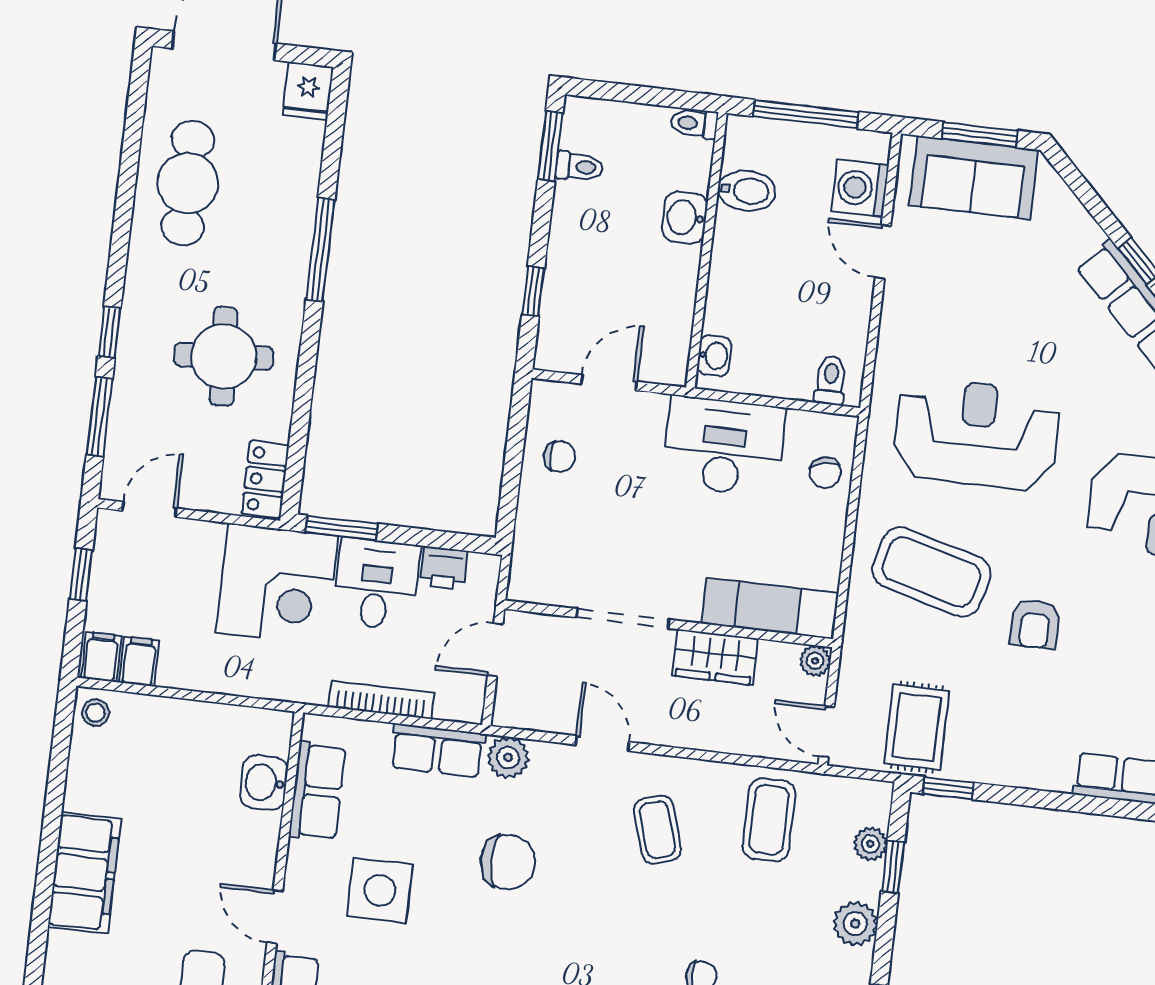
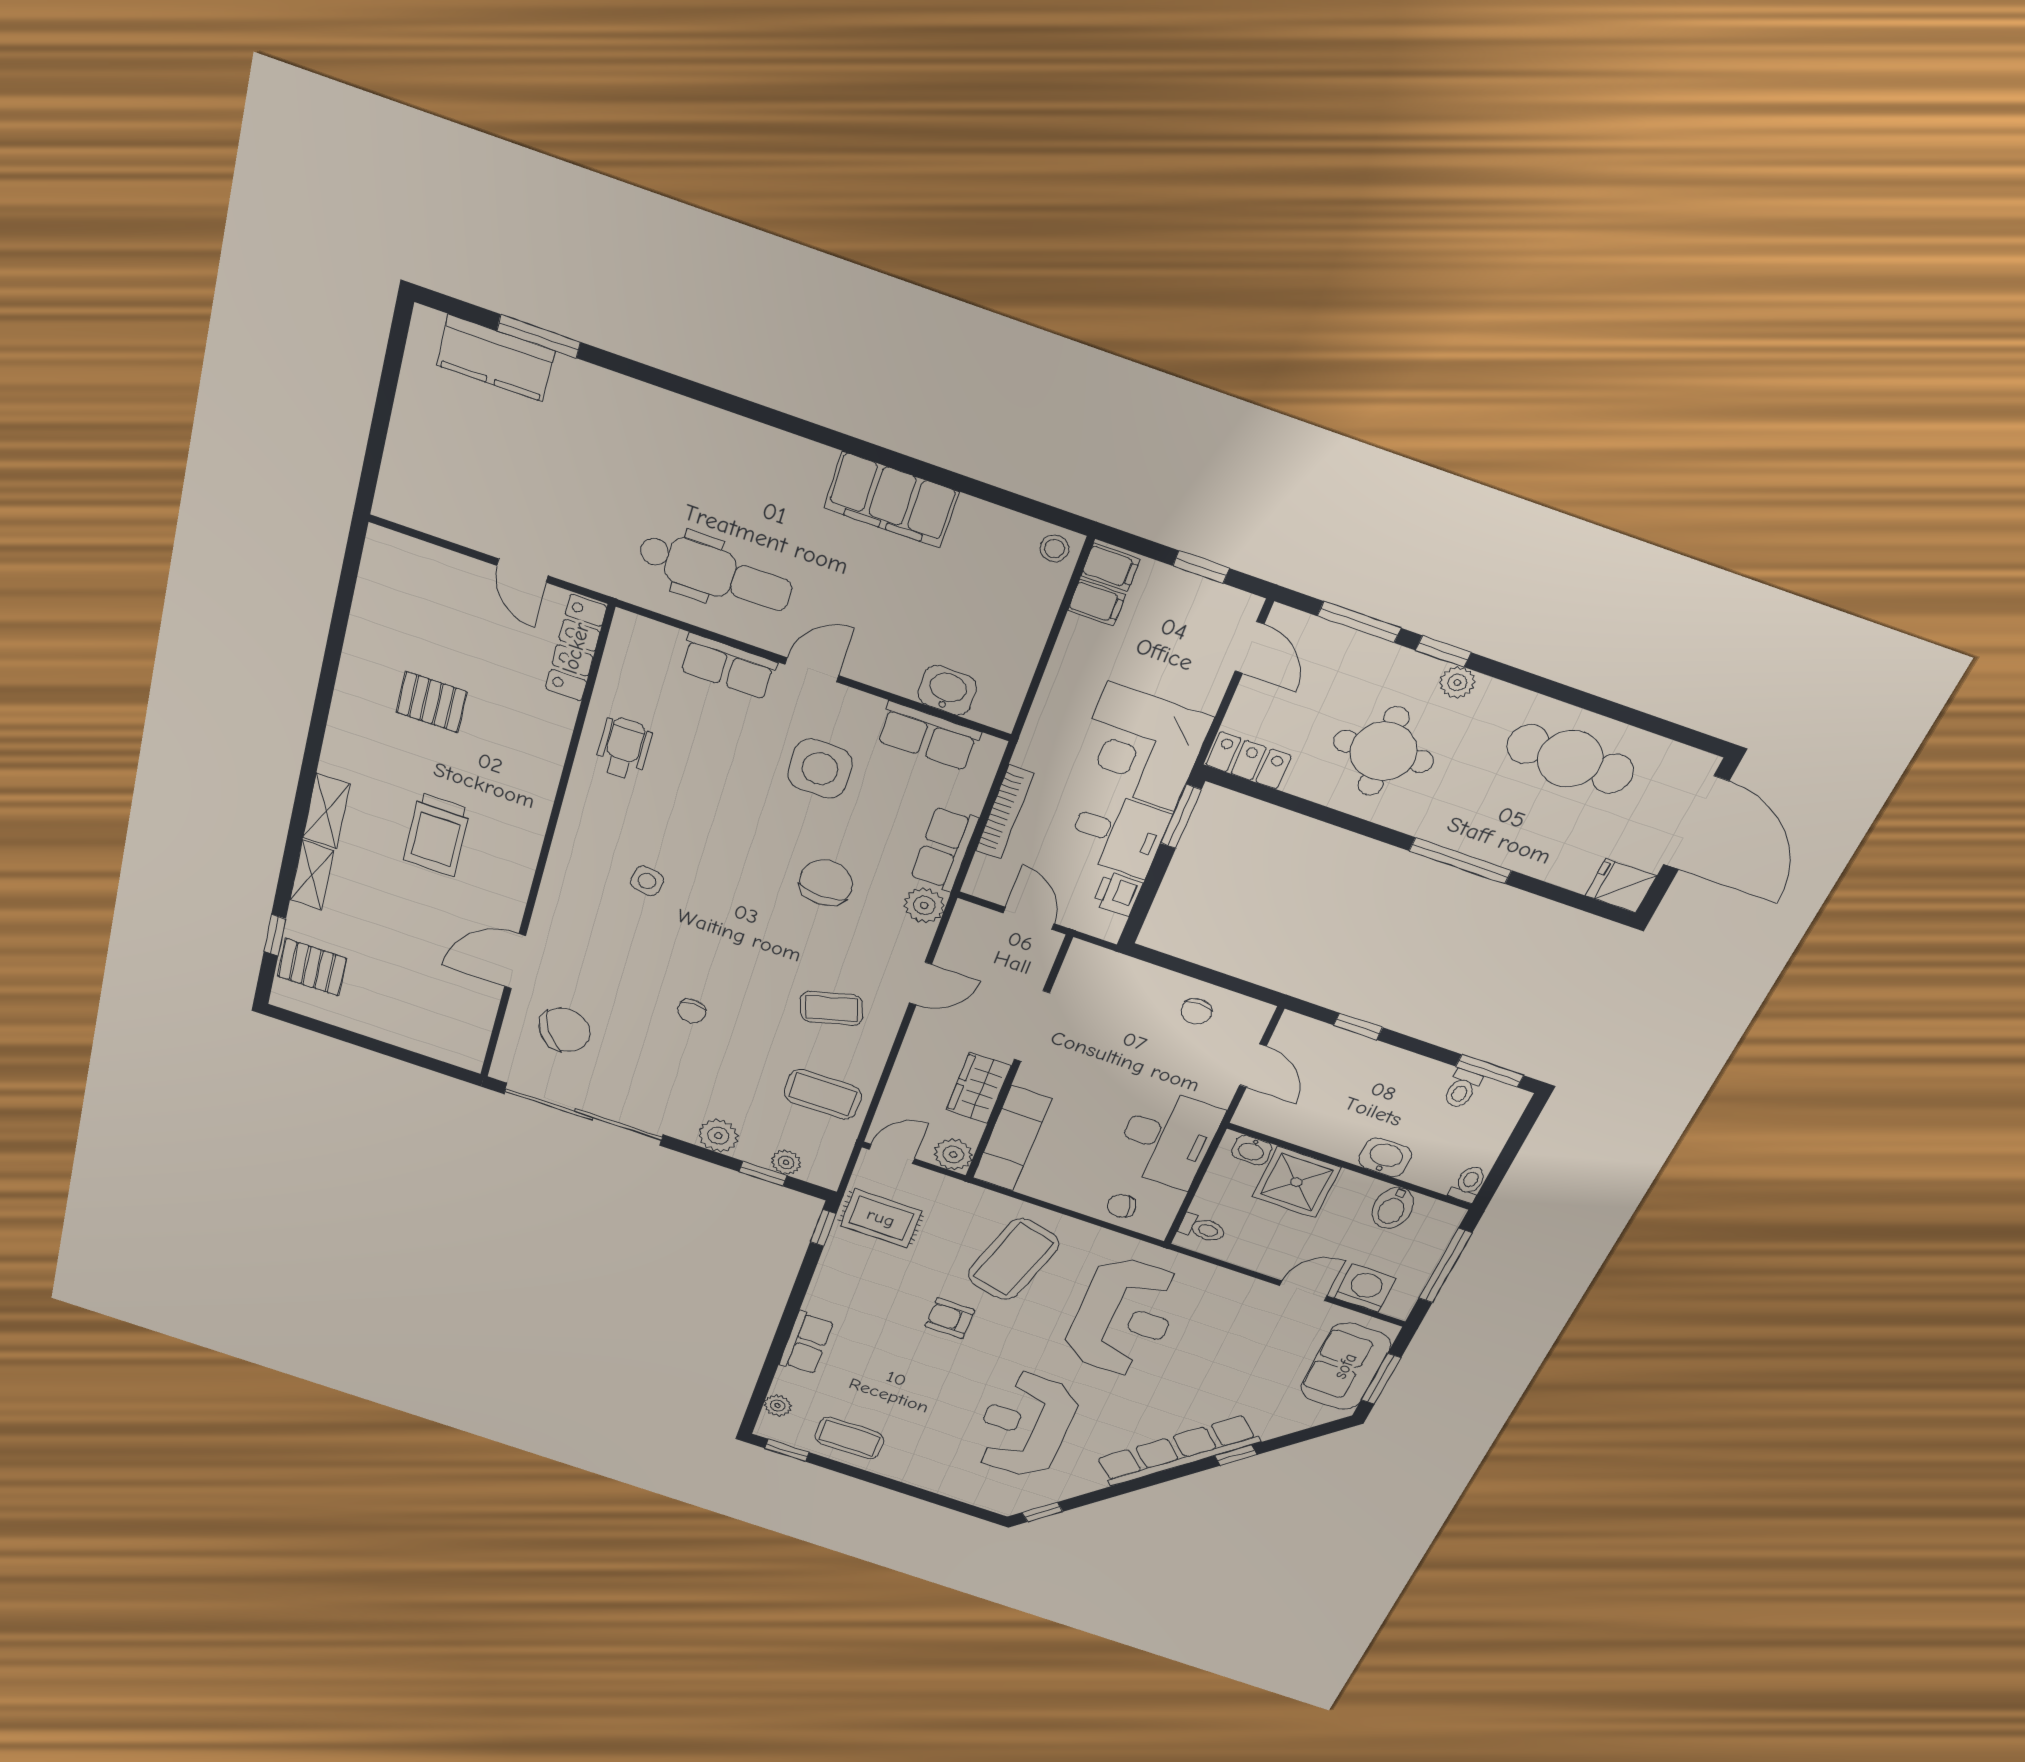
shower: (742, 299) -> (1296, 1182), added
plant: (137, 310) -> (1457, 682), added
plant: (815, 661) -> (953, 1154), width x1.38, depth x1.38
chair: (508, 862) -> (826, 883), turned 180

